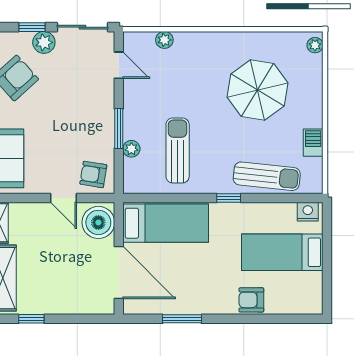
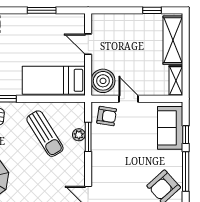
window: (119, 129) -> (88, 137), moved
sun lounger: (178, 150) -> (45, 134), turned -32
door: (119, 273) -> (88, 44), width x0.53

